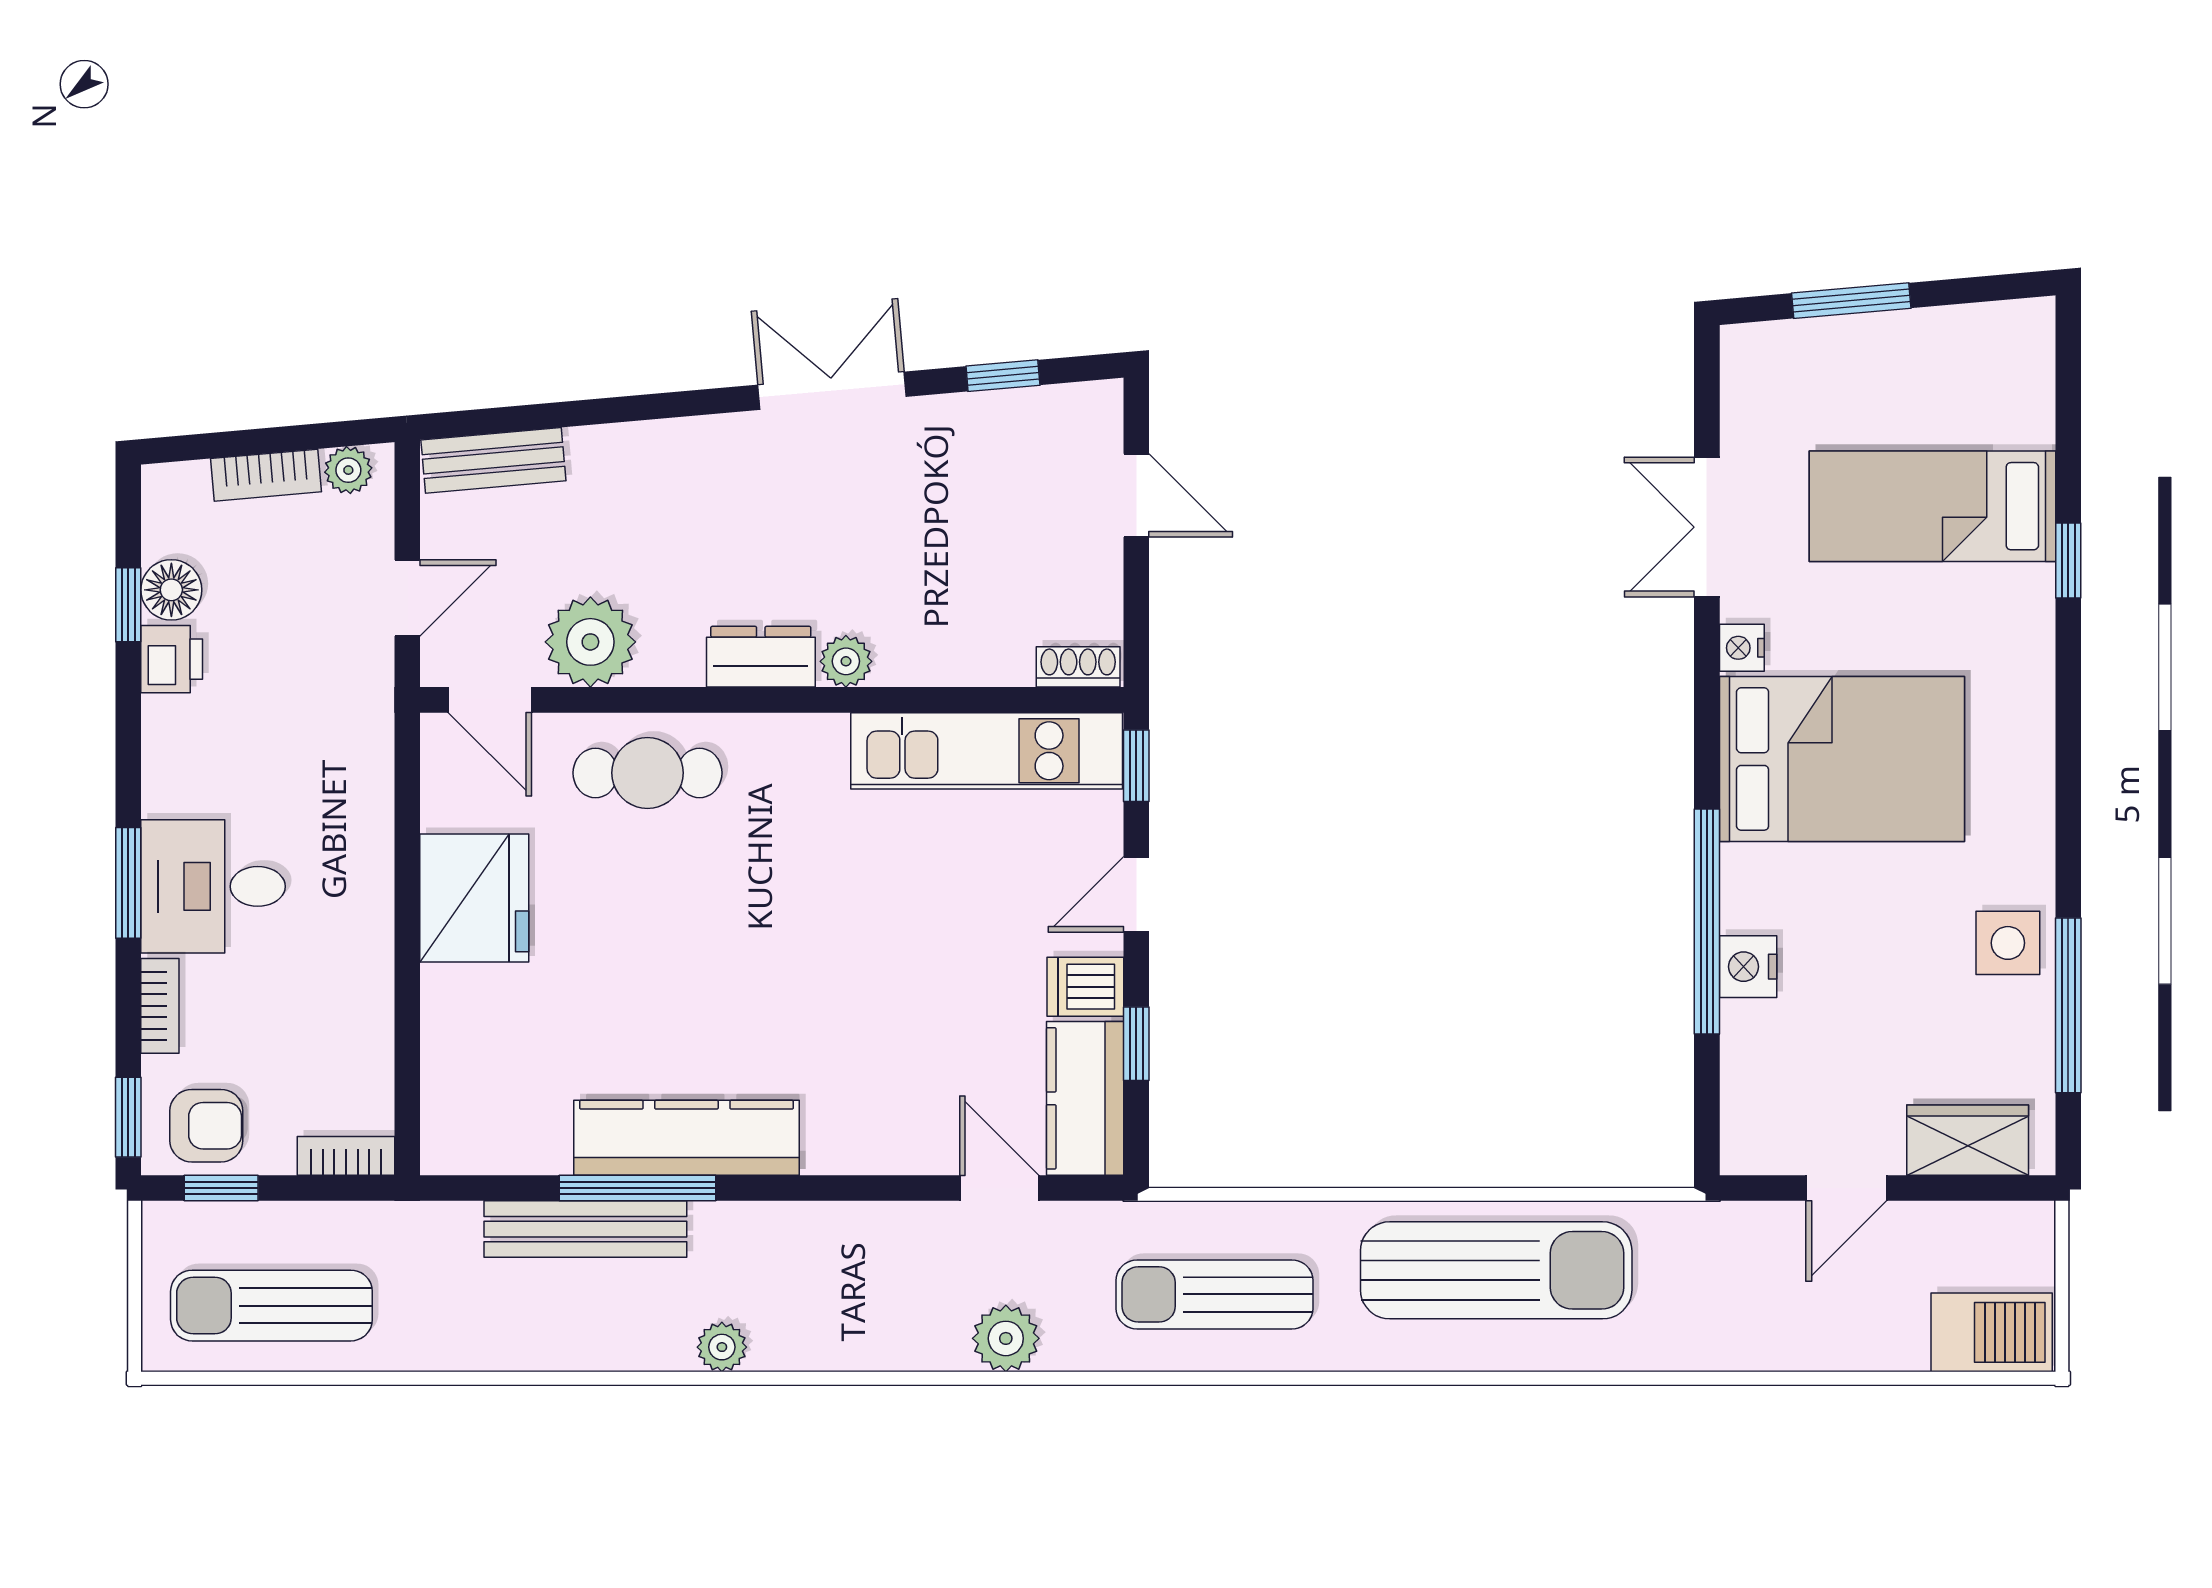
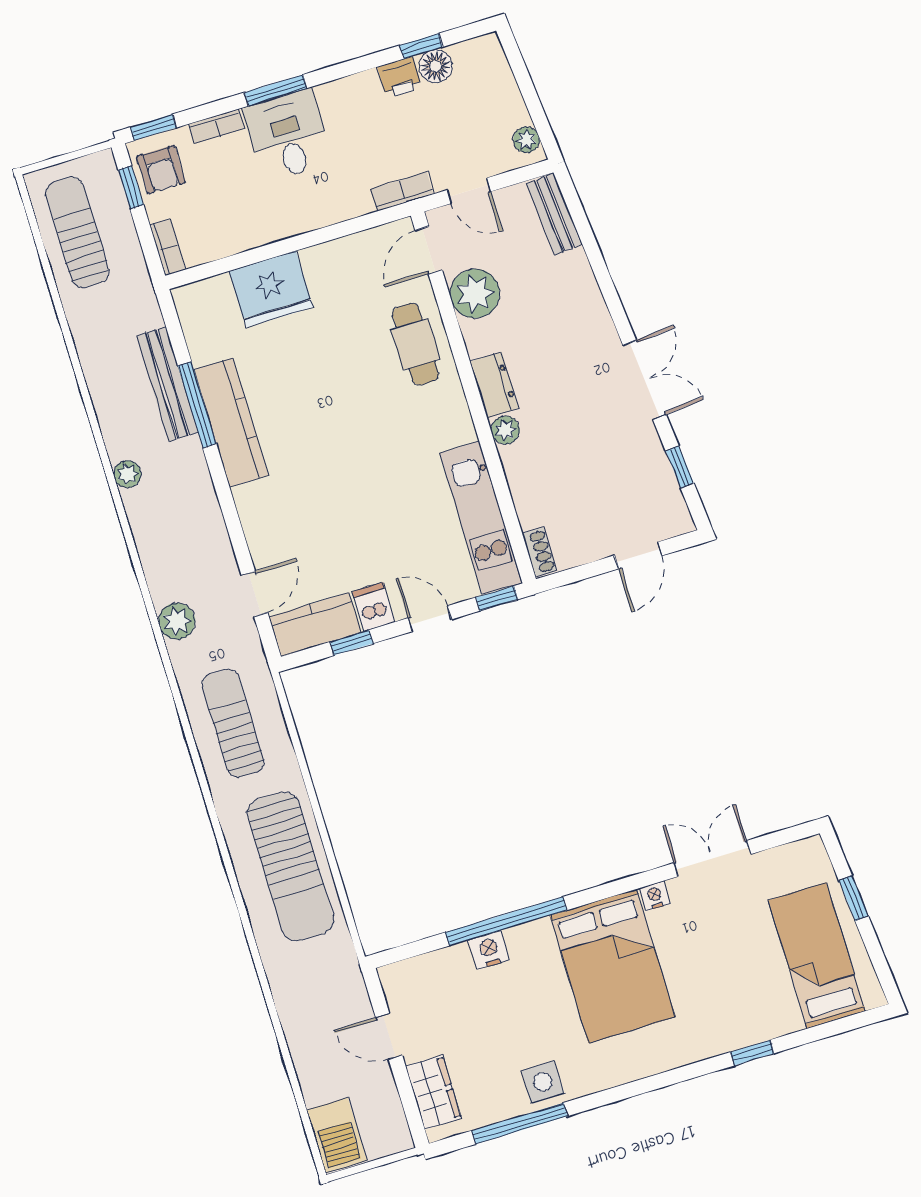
window: (1851, 301) -> (853, 898), width x0.67
bookcase: (266, 475) -> (402, 192), moved, turned 95
bed: (1932, 506) -> (817, 956), moved
fridge: (474, 898) -> (271, 289), moved

